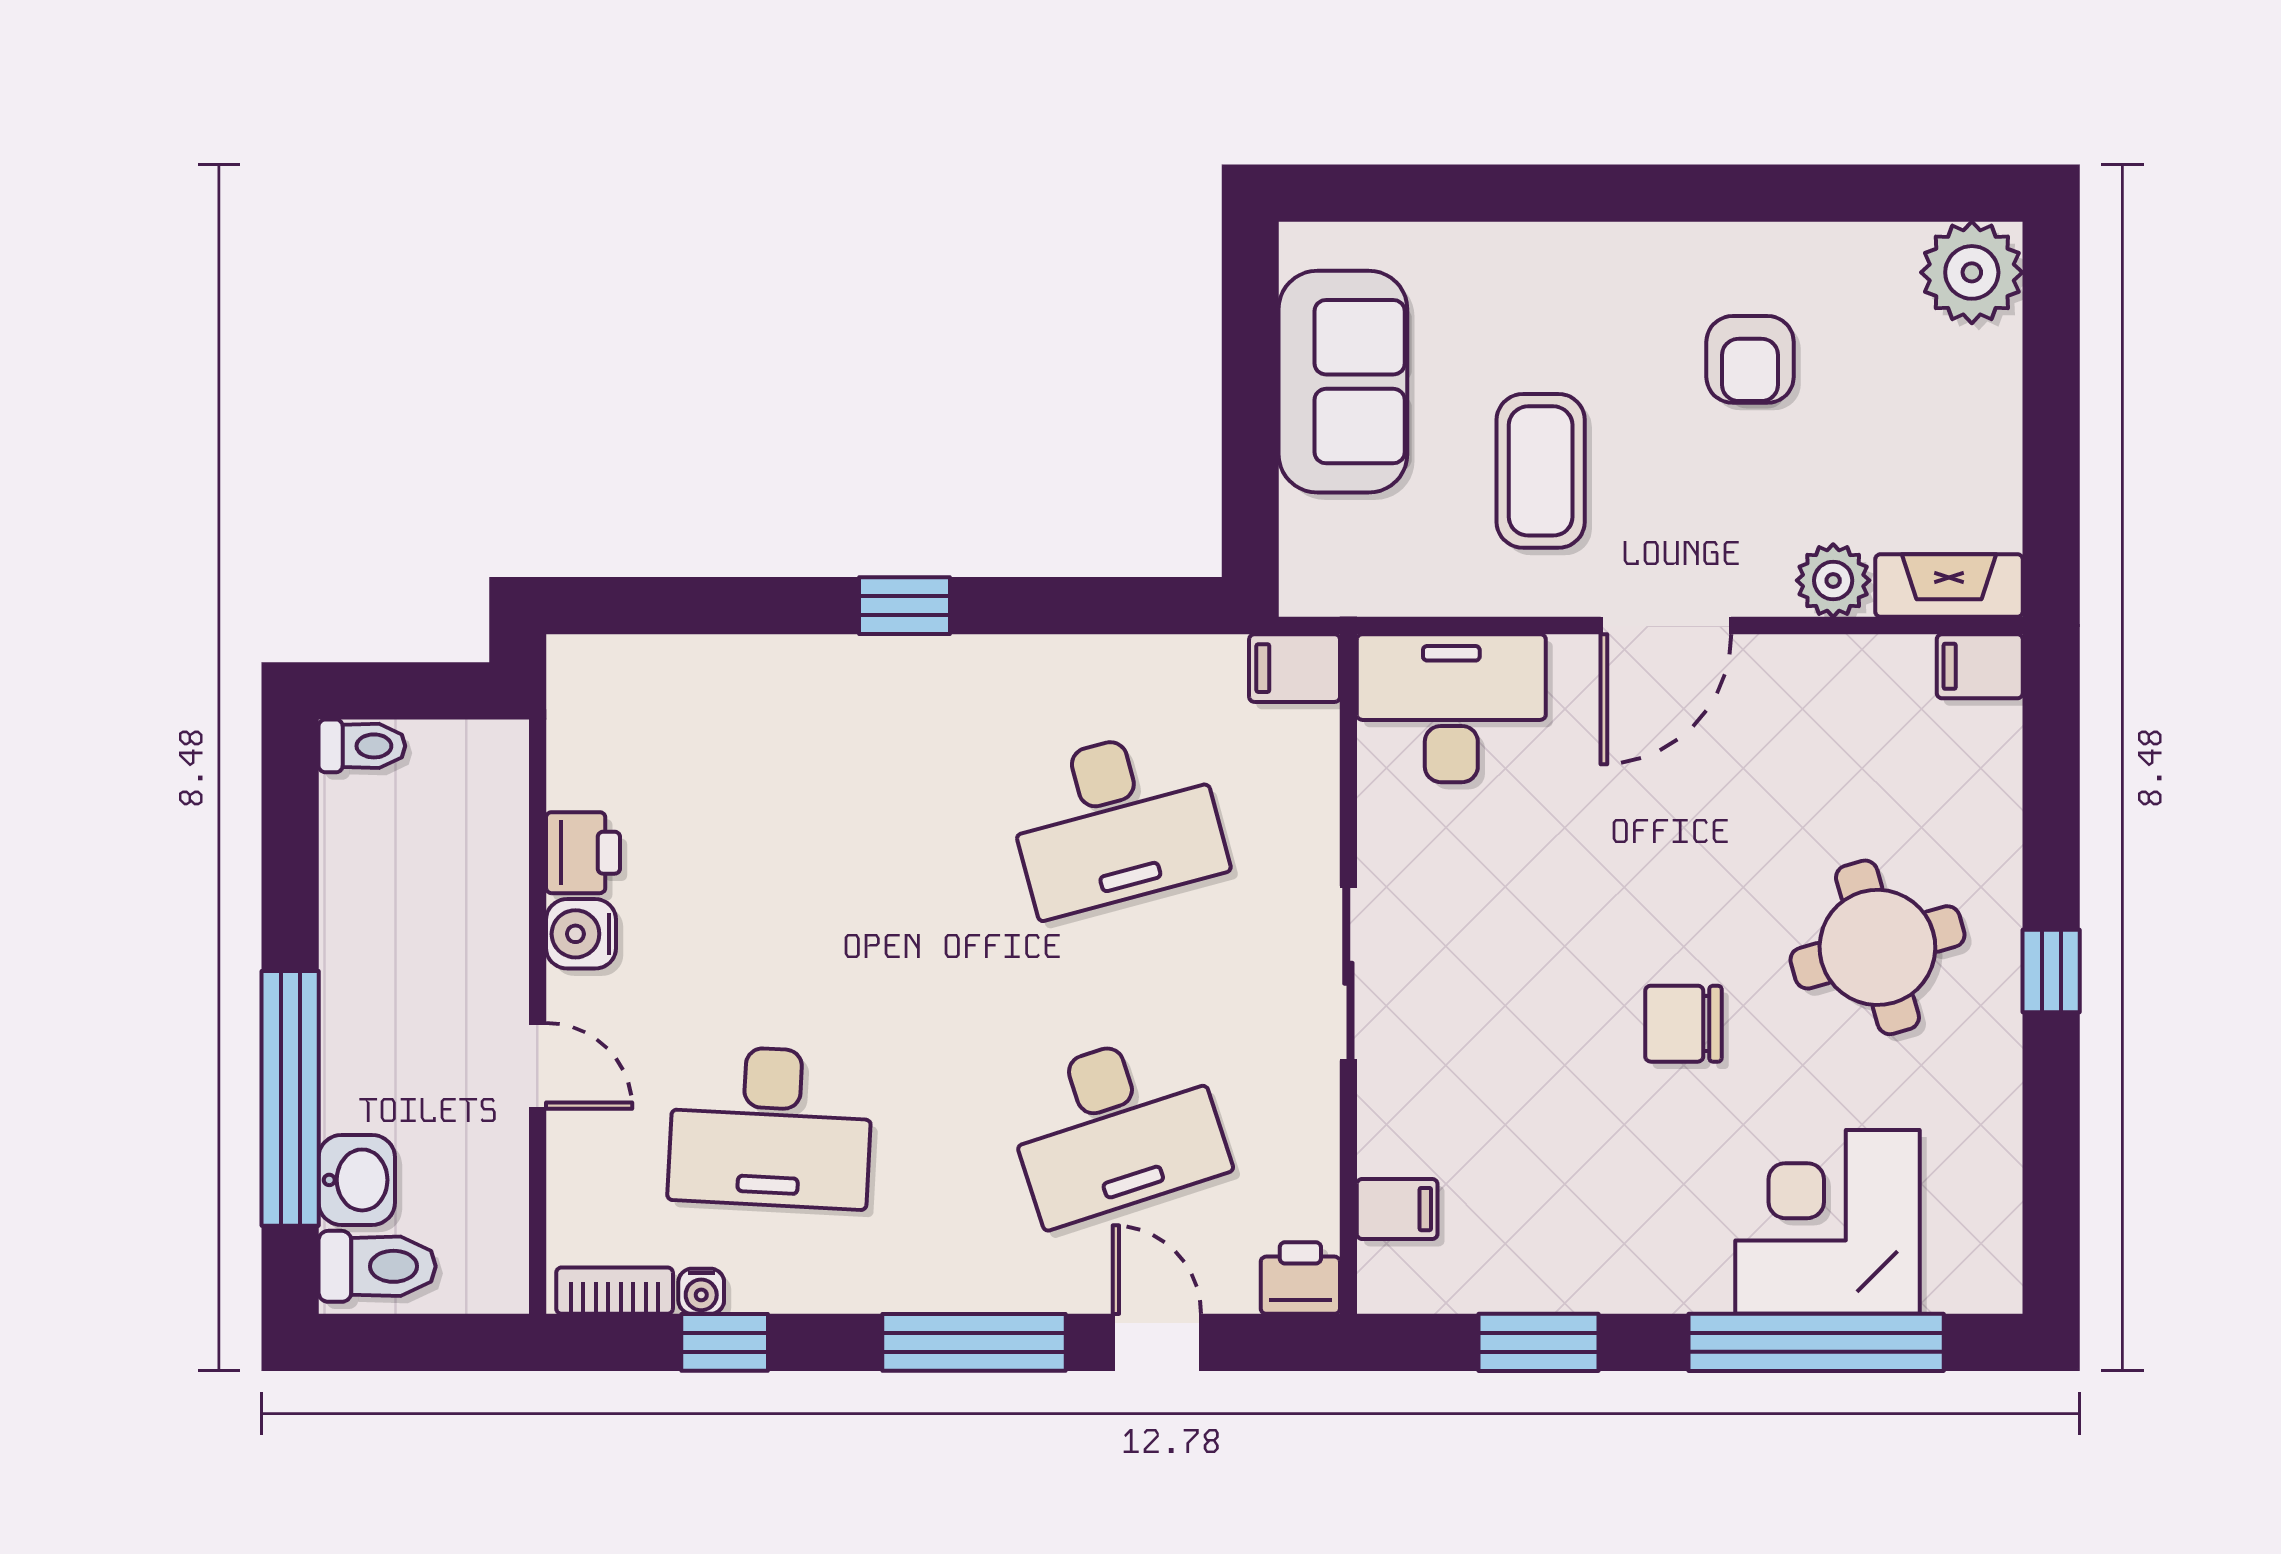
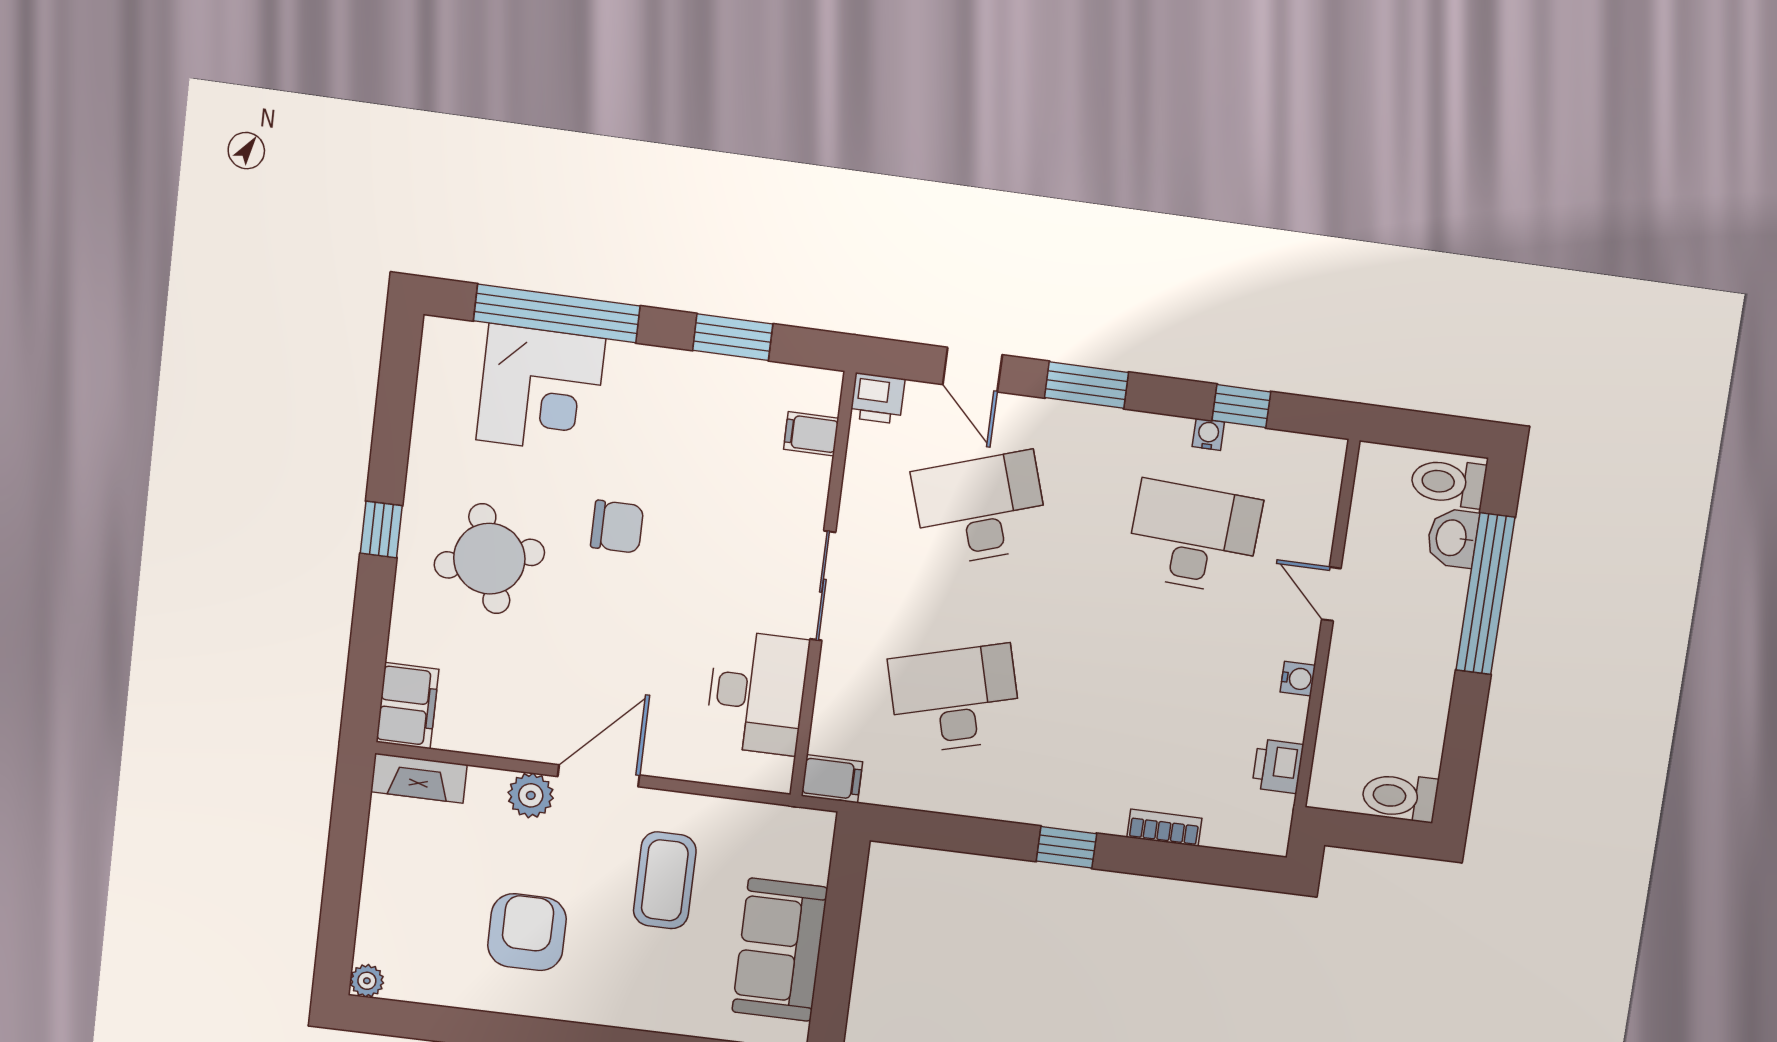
plant: (1972, 272) -> (367, 981), width x0.53, depth x0.53
armchair: (1750, 359) -> (527, 932), width x1.38, depth x1.38
plant: (1833, 580) -> (531, 795), moved
filing cabinet: (1980, 666) -> (407, 706), width x2.00
desk: (1451, 708) -> (757, 692), moved, turned -90
toilet: (362, 746) -> (1400, 797), width x1.37, depth x1.39
printer: (583, 853) -> (1278, 766), moved
water cooler: (581, 934) -> (1298, 679), width x0.72, depth x0.72
bookcase: (615, 1291) -> (1164, 828), moved, turned 180
water cooler: (701, 1291) -> (1208, 434), moved
window: (974, 1342) -> (1087, 385), width x0.69

